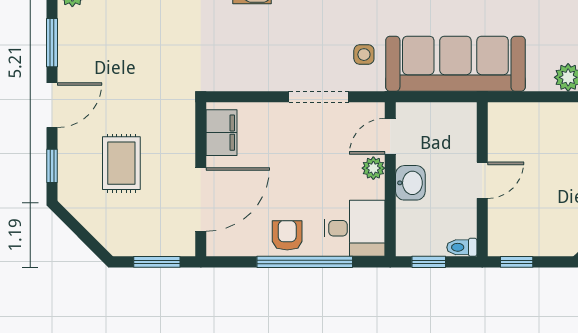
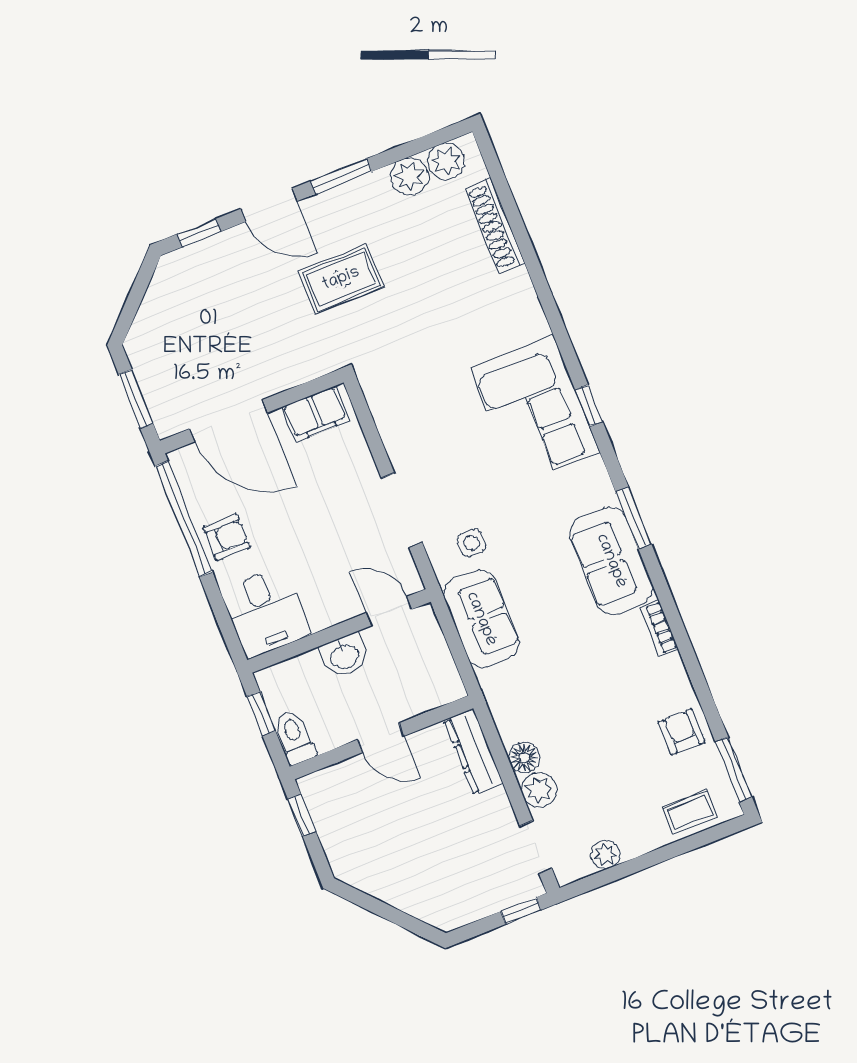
sofa: (455, 64) -> (481, 619), width x0.54, depth x0.79
floor lamp: (540, 79) -> (524, 758), added
dresser: (520, 115) -> (474, 752), added
rug: (121, 163) -> (341, 279), moved
plant: (373, 168) -> (344, 606), removed
toilet: (462, 247) -> (295, 737), width x1.37, depth x1.39
window: (305, 262) -> (184, 519), moved

